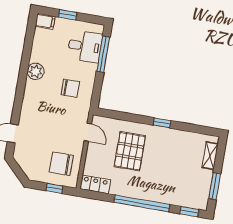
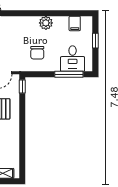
filing cabinet: (45, 21) -> (75, 23), moved
window: (162, 123) -> (22, 87), moved

